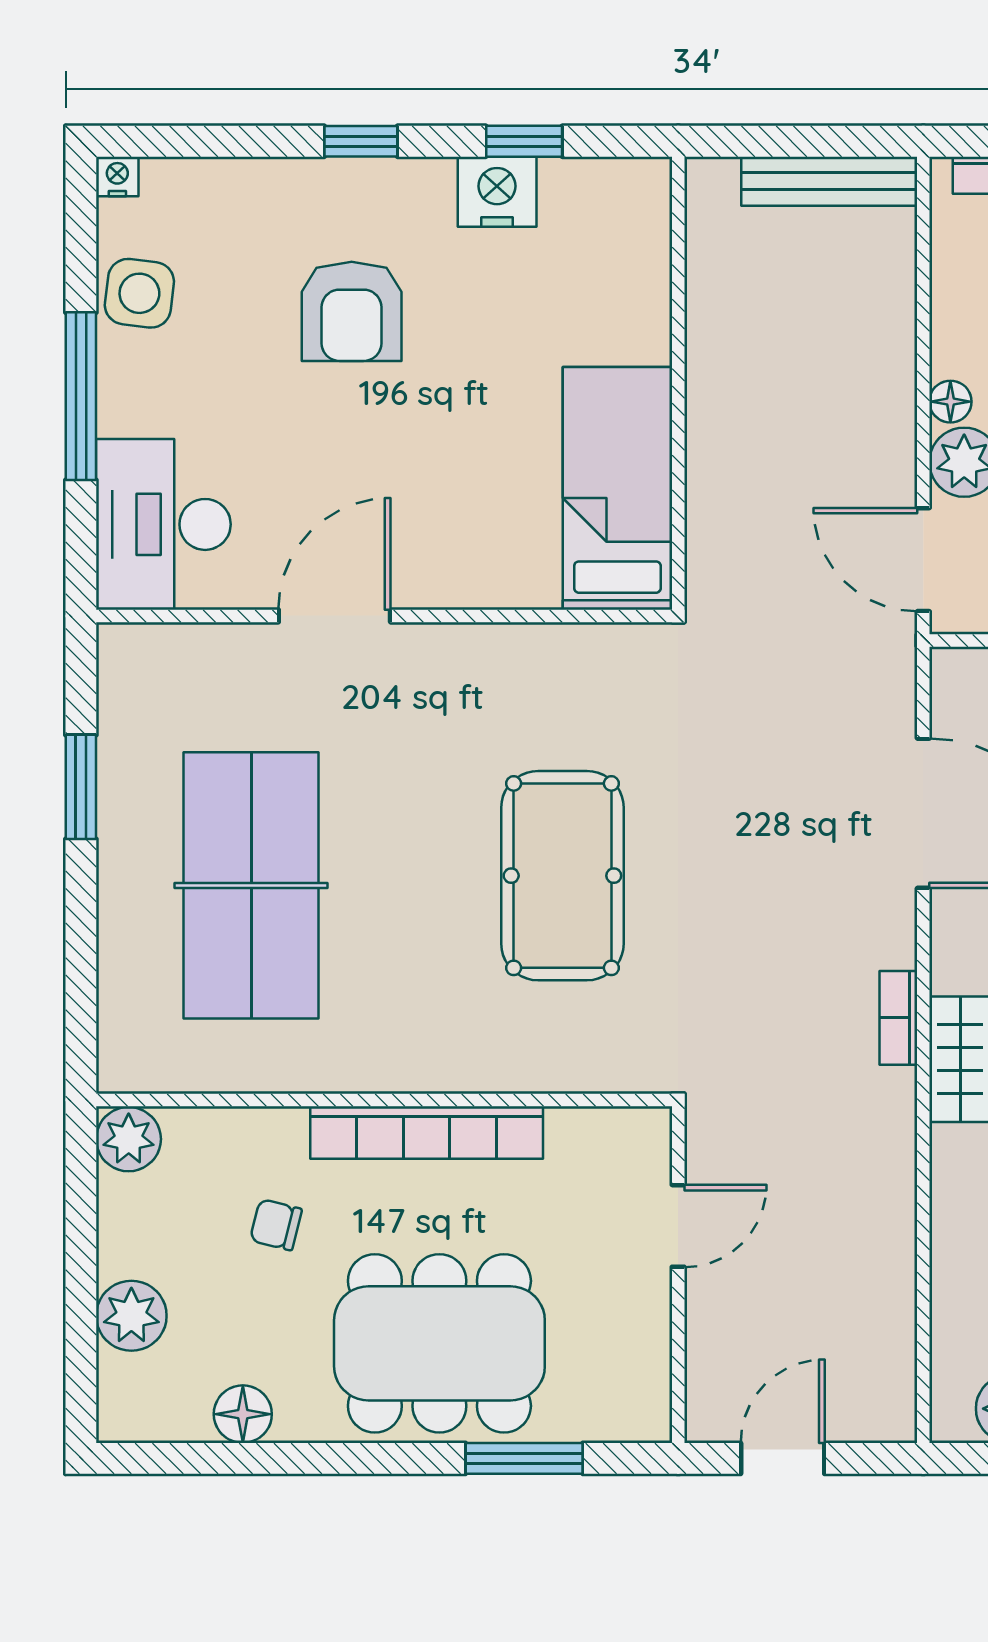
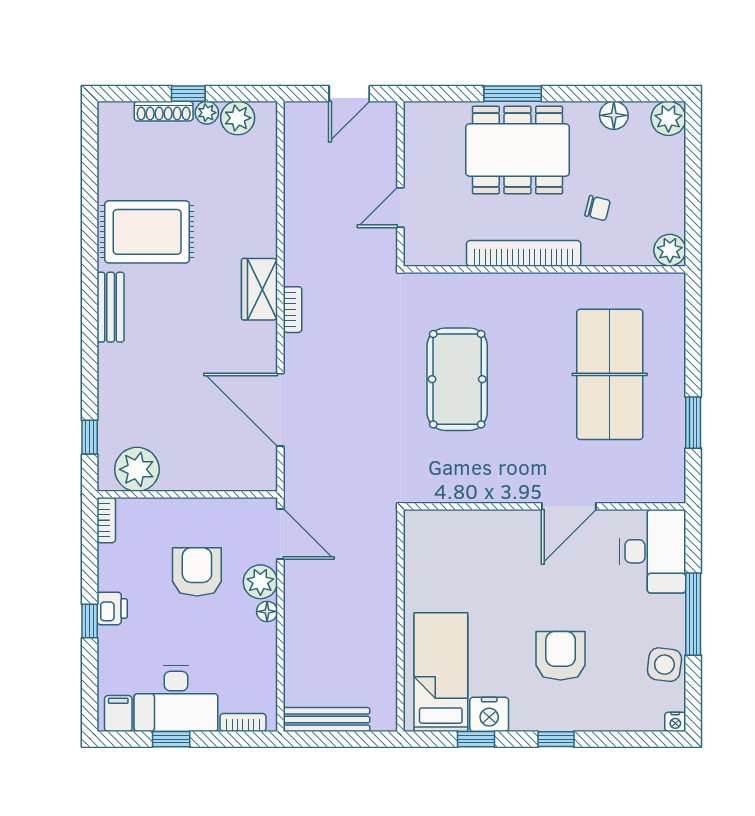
bed: (617, 488) -> (441, 672), moved, turned 180
plant: (131, 1316) -> (668, 118), moved
window: (524, 1458) -> (513, 94), moved

